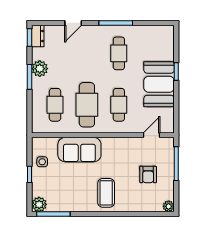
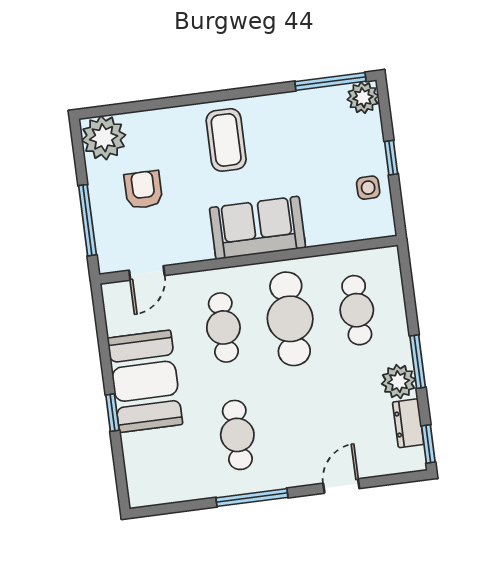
dresser: (38, 36) -> (408, 423), moved
sofa: (79, 150) -> (257, 228), moved
plant: (169, 206) -> (104, 138), width x1.87, depth x1.87

